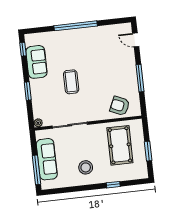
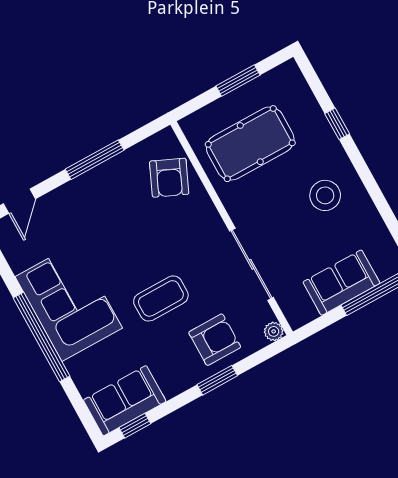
corner sofa: (85, 43) -> (69, 302), added
sofa: (36, 62) -> (125, 401), moved
armchair: (45, 97) -> (215, 340), added
sofa: (47, 159) -> (341, 283), width x0.73

